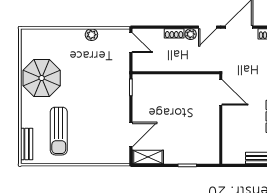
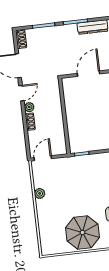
door: (207, 27) -> (21, 93), hinge flipped
door: (221, 92) -> (88, 74), moved

